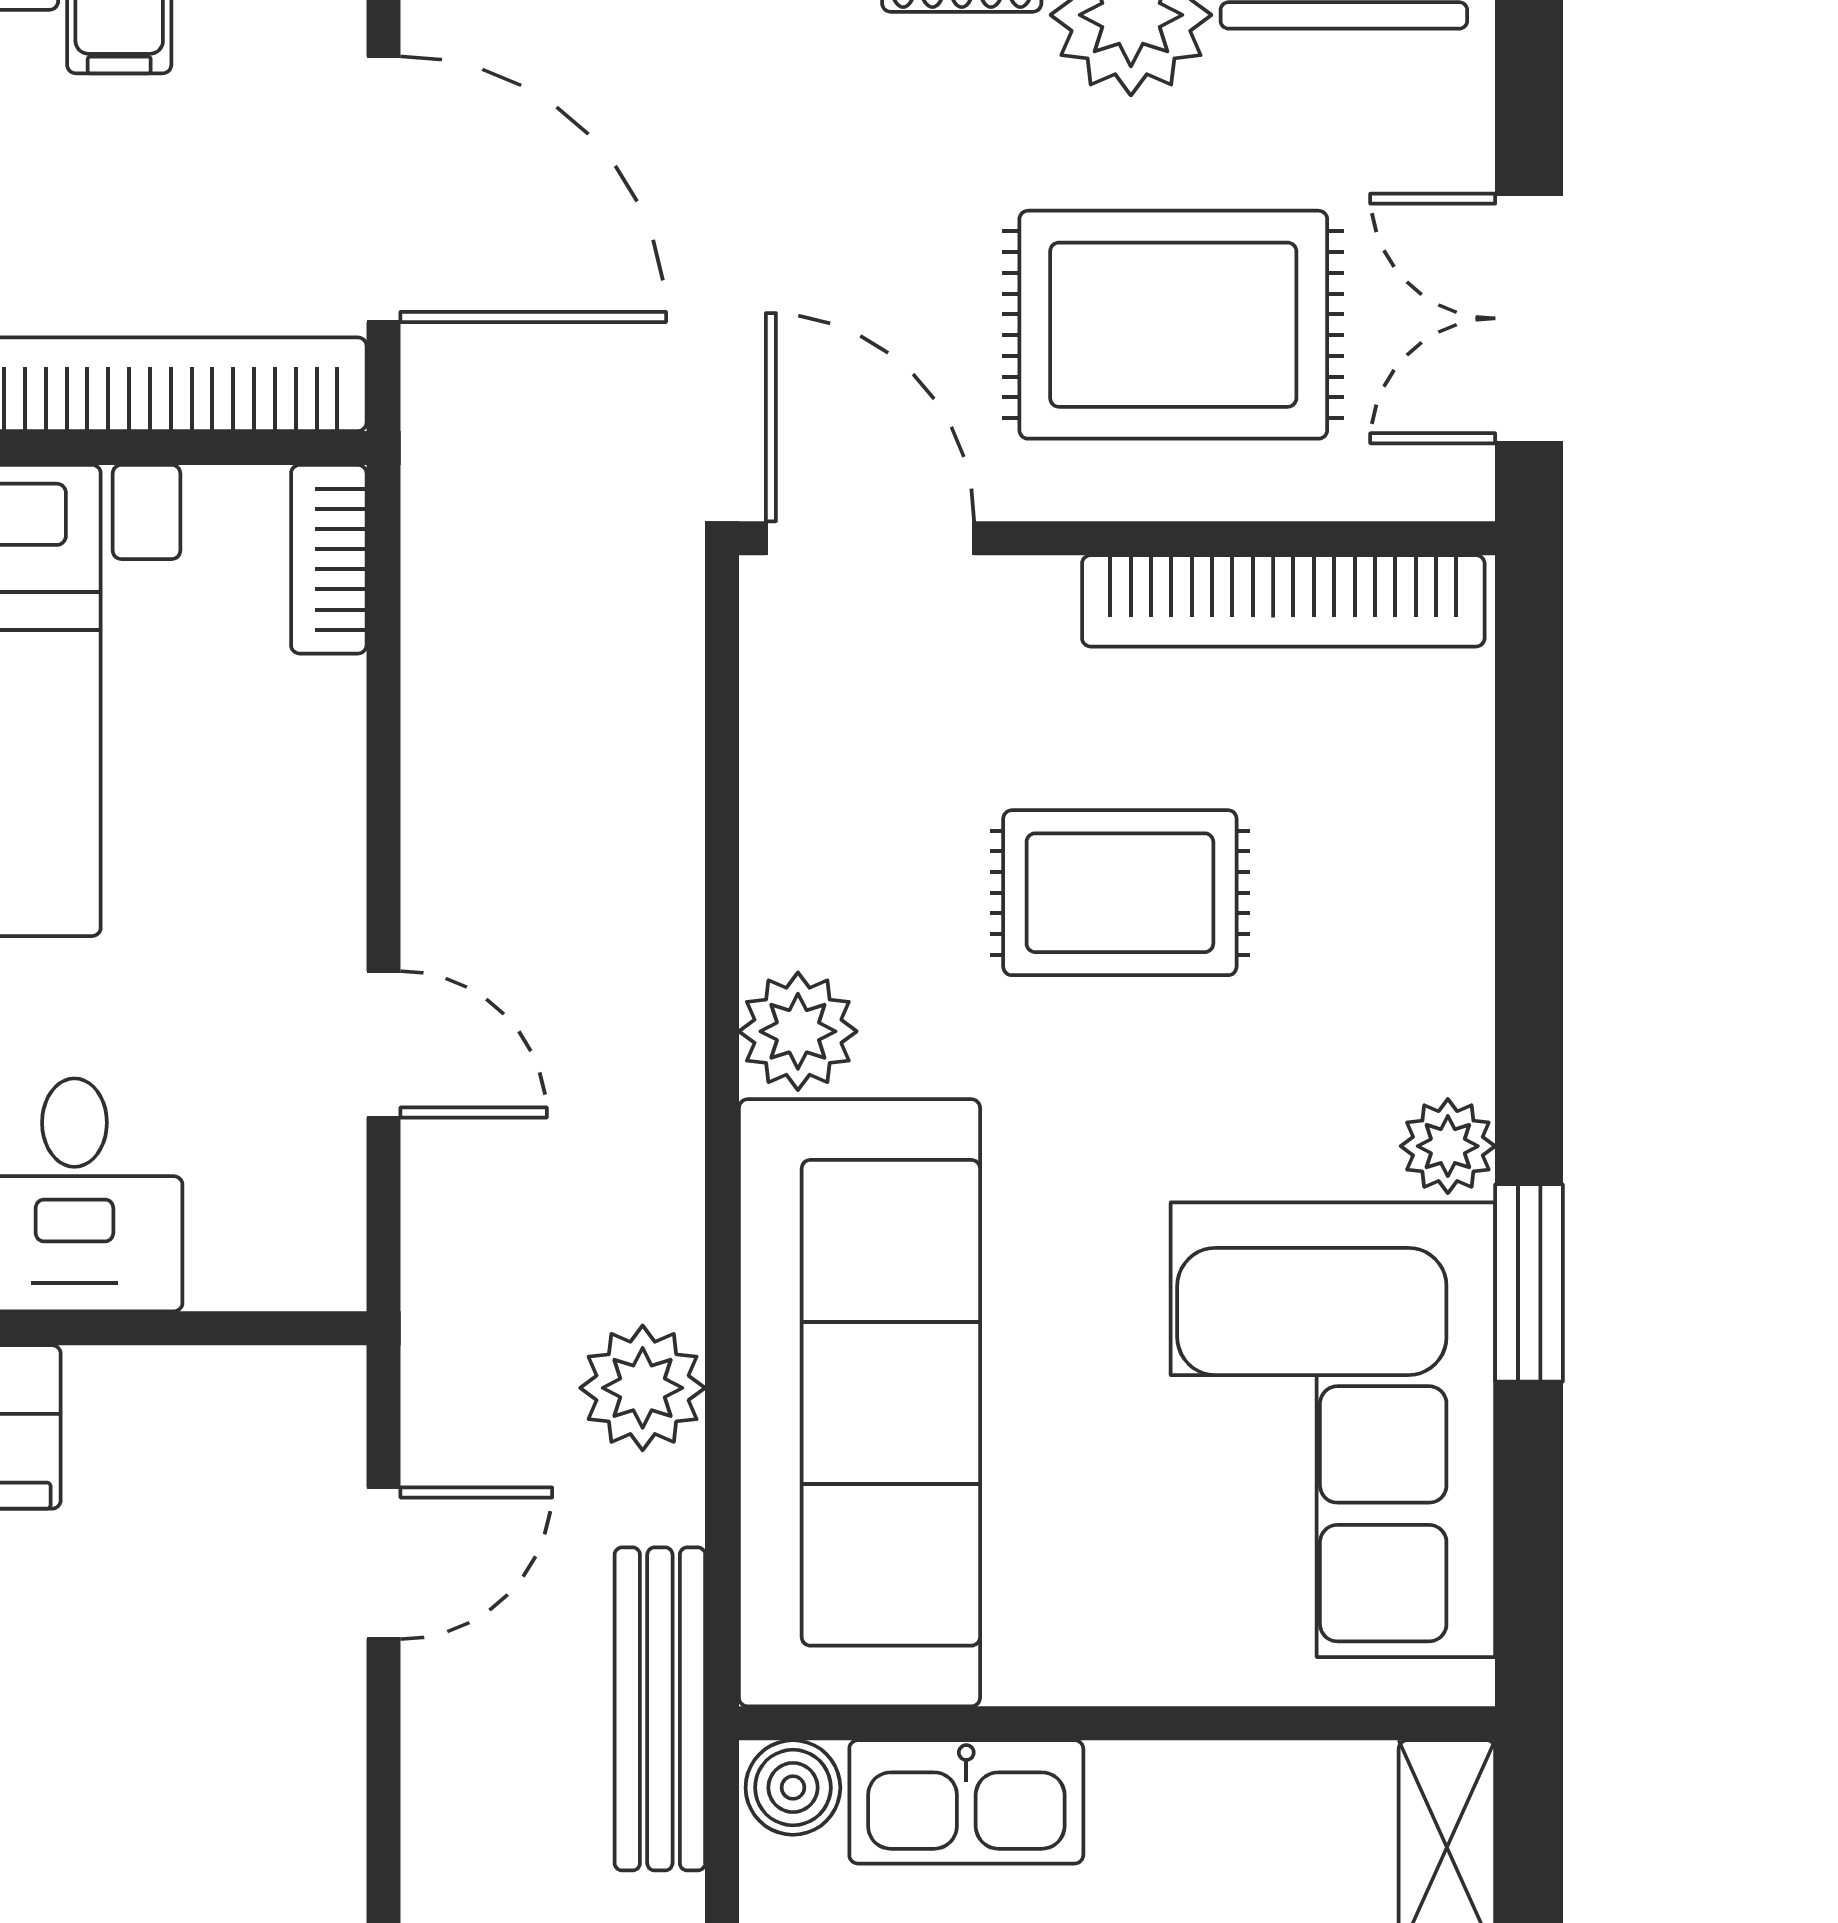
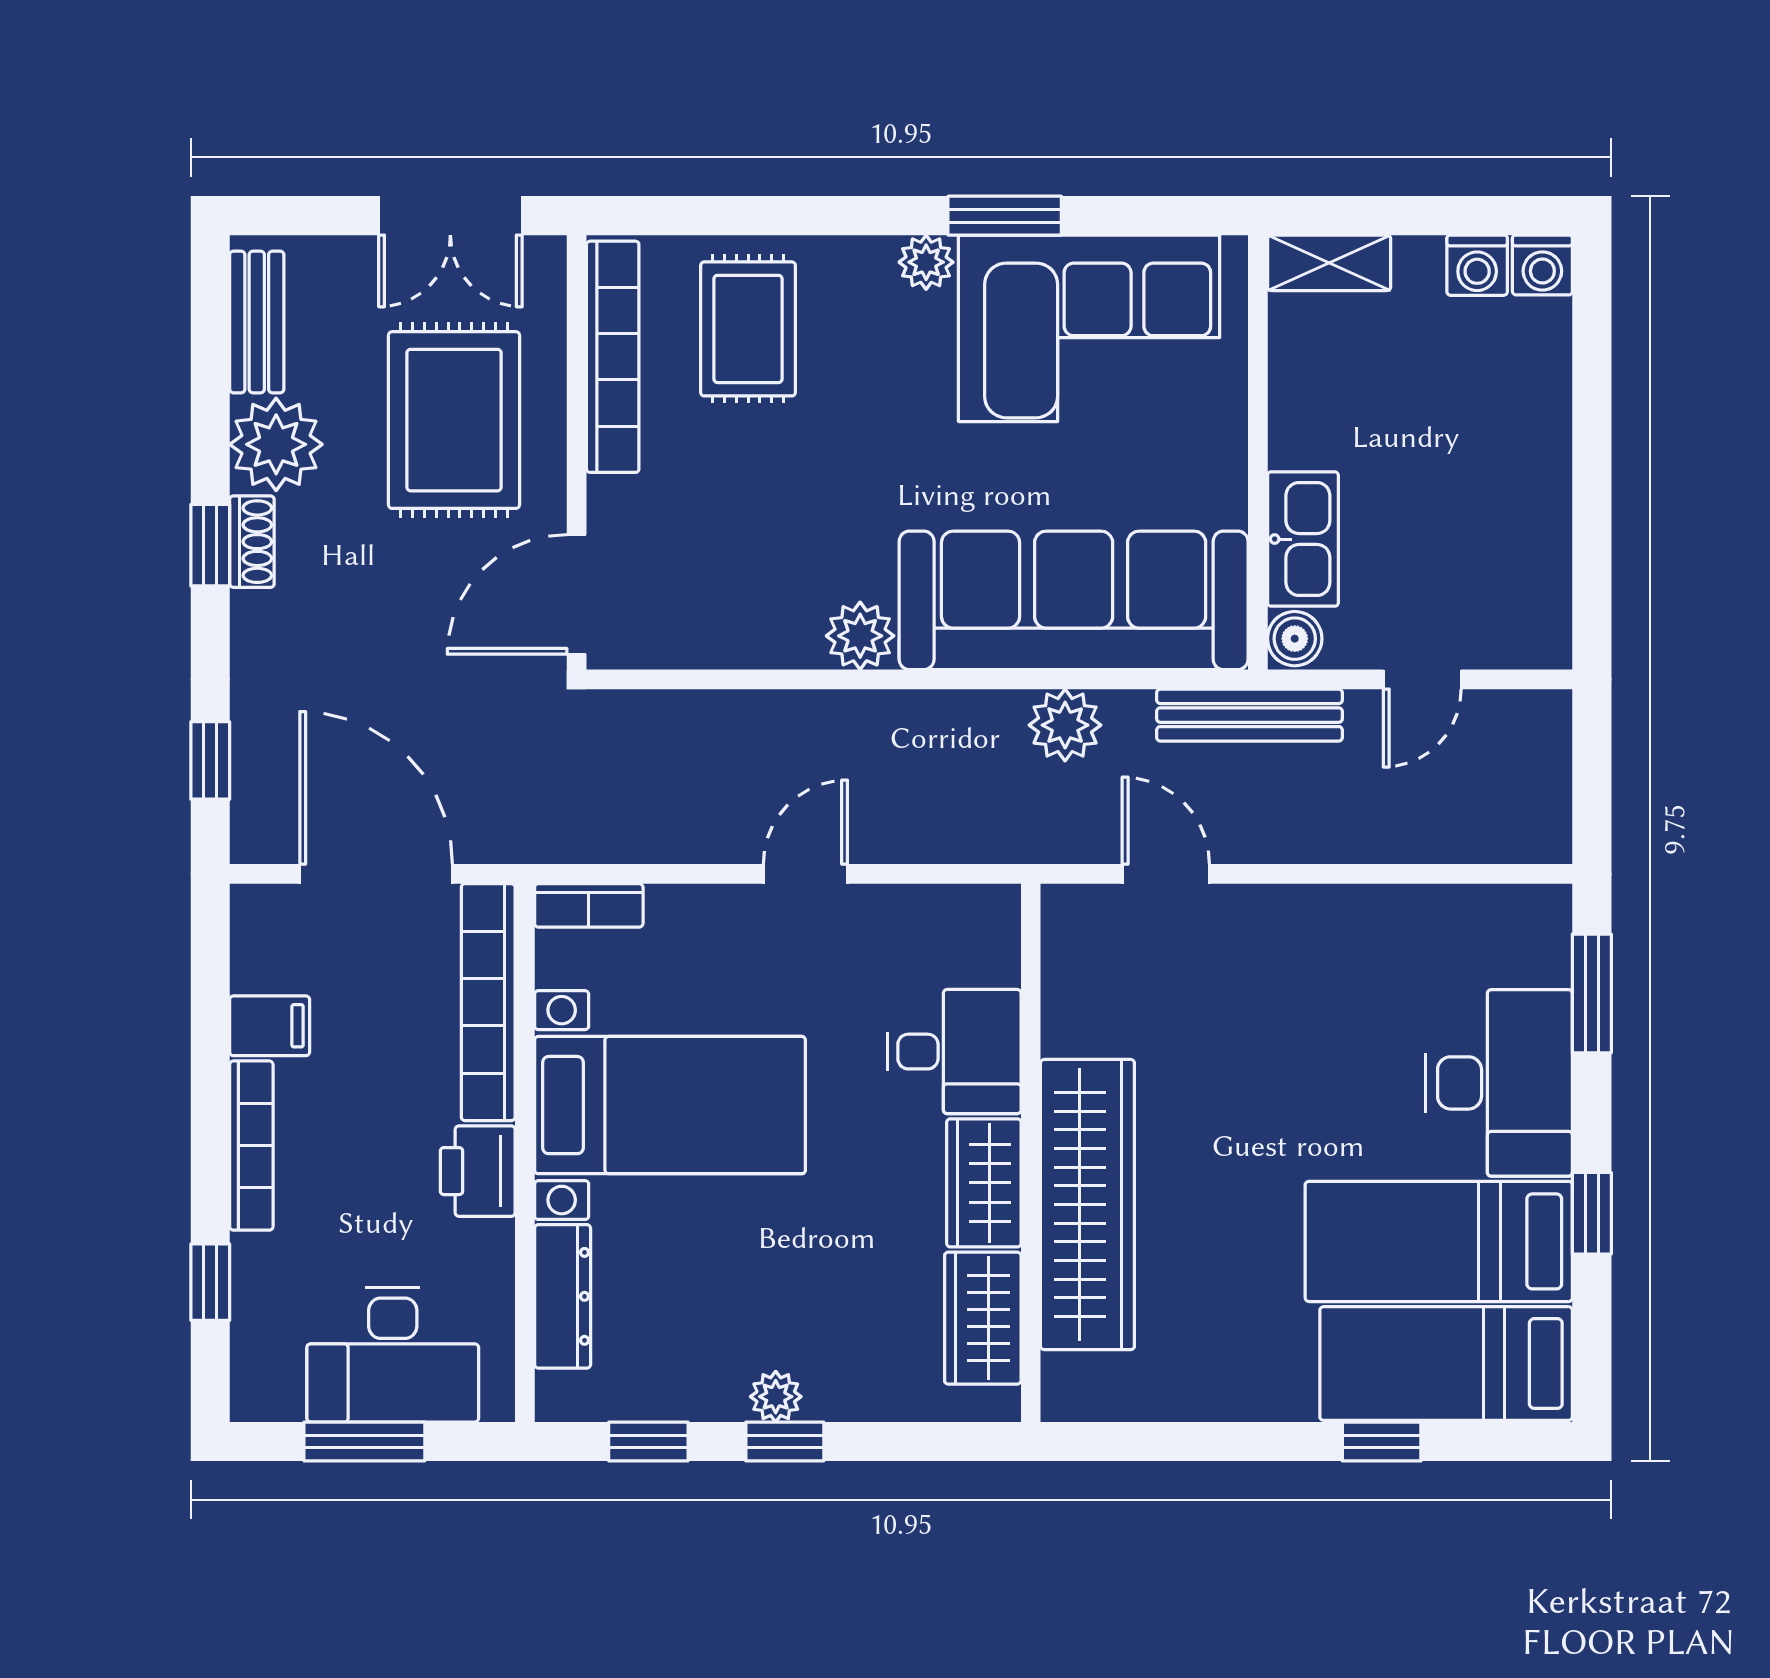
door: (383, 189) -> (376, 874), hinge flipped
rug: (1120, 893) -> (748, 329), moved
door: (383, 1044) -> (805, 874), moved

